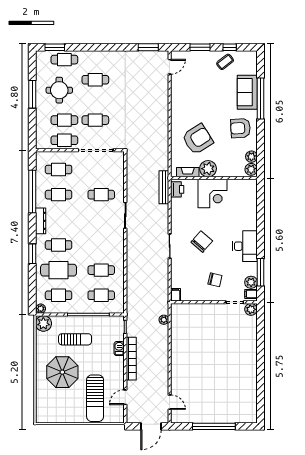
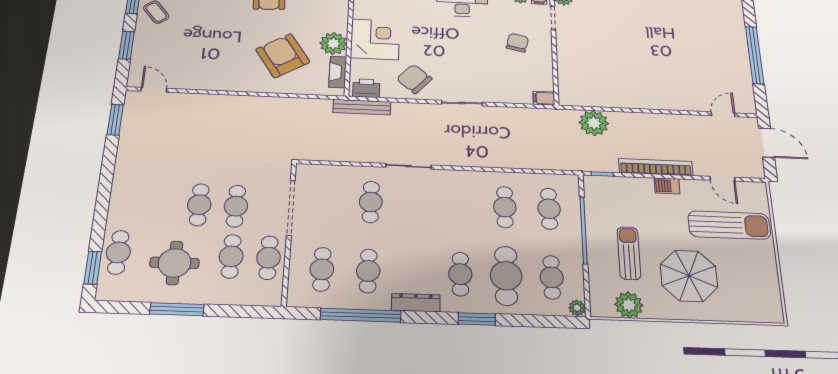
cafe table: (95, 80) -> (199, 205), moved
chair: (202, 242) -> (414, 79), moved
plant: (164, 320) -> (594, 123), width x1.88, depth x1.88
plant: (43, 323) -> (629, 305), moved
barbecue: (119, 349) -> (667, 186), moved

